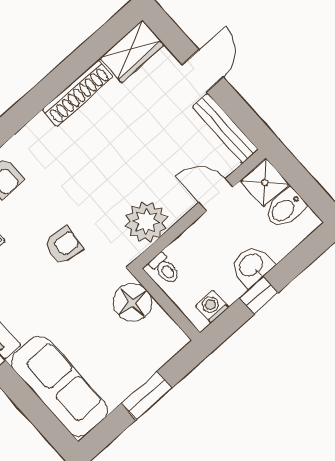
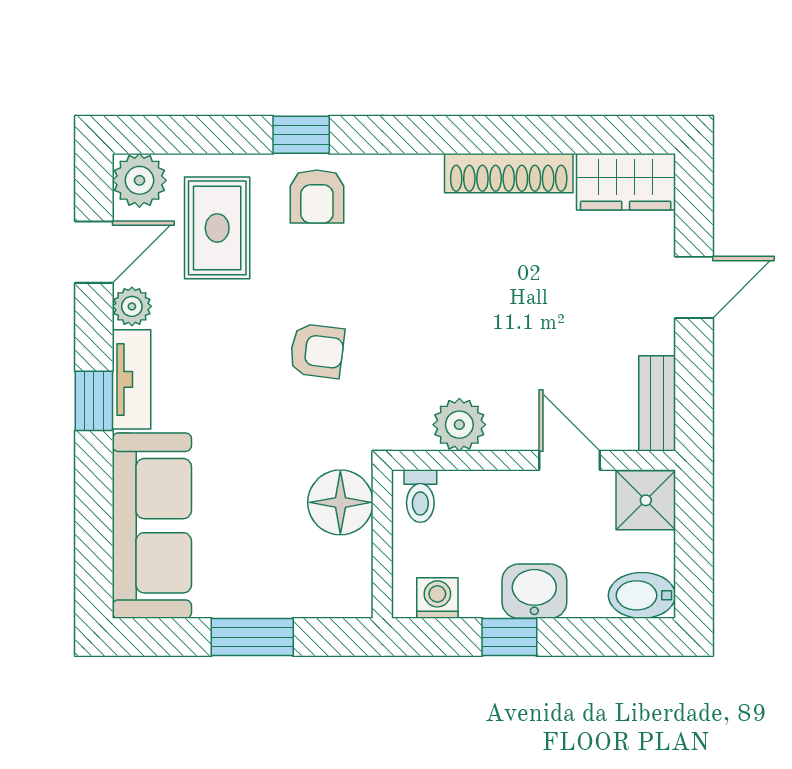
bench: (225, 128) -> (657, 403), width x0.73
bidet: (285, 209) -> (642, 595), moved
plant: (146, 222) -> (459, 425), width x0.73, depth x0.73

